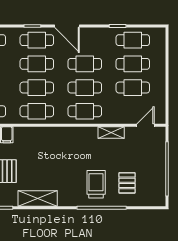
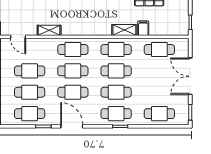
door: (67, 26) -> (72, 126), moved
door: (146, 125) -> (18, 37), hinge flipped
shelving: (28, 133) -> (124, 30), added

